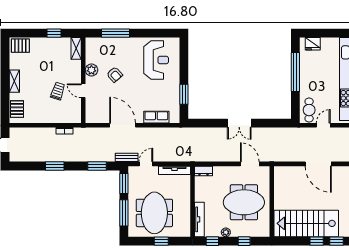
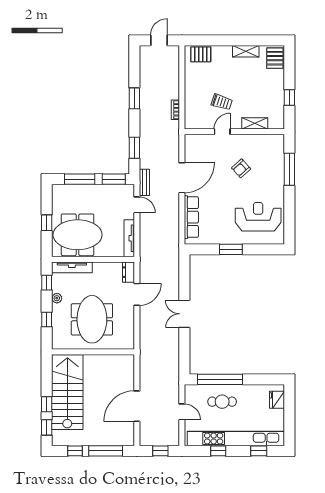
shelving: (76, 48) -> (255, 123), moved
reception desk: (156, 60) -> (258, 217), turned 180
plant: (91, 70) -> (246, 141), removed
window: (295, 72) -> (220, 379), moved
shelving: (14, 81) -> (246, 51), moved
window: (184, 94) -> (231, 249), moved
cafe table: (309, 110) -> (222, 402), moved
row of seats: (156, 117) -> (191, 217), width x1.48
door: (250, 164) -> (137, 294), moved
meeting table: (154, 213) -> (78, 235), moved

